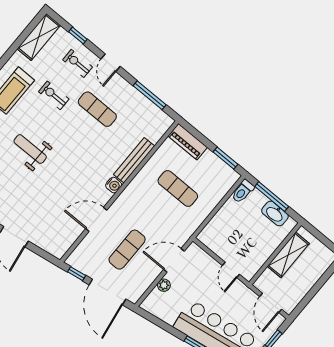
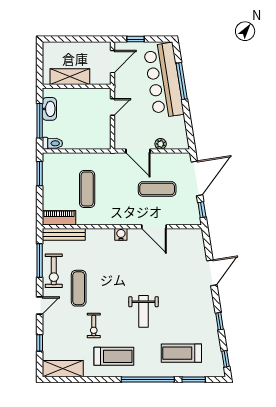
exercise bike: (78, 63) -> (54, 271), moved, width x1.38, depth x1.39
piano: (188, 142) -> (59, 218), moved, turned -90
bench: (134, 160) -> (64, 234), moved

